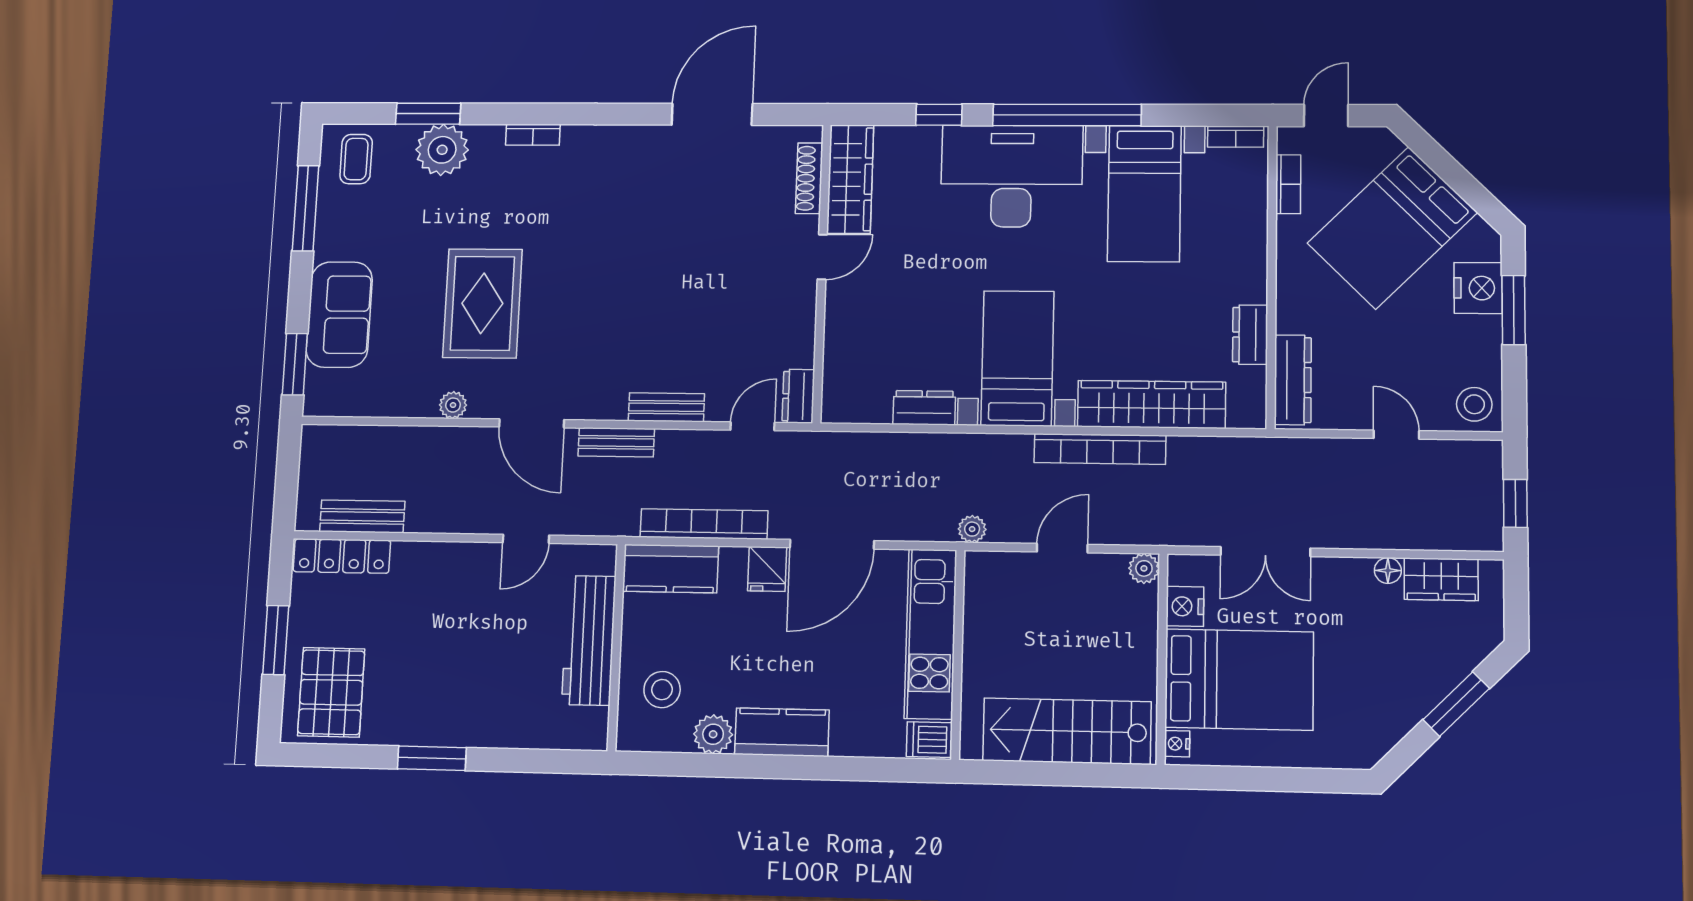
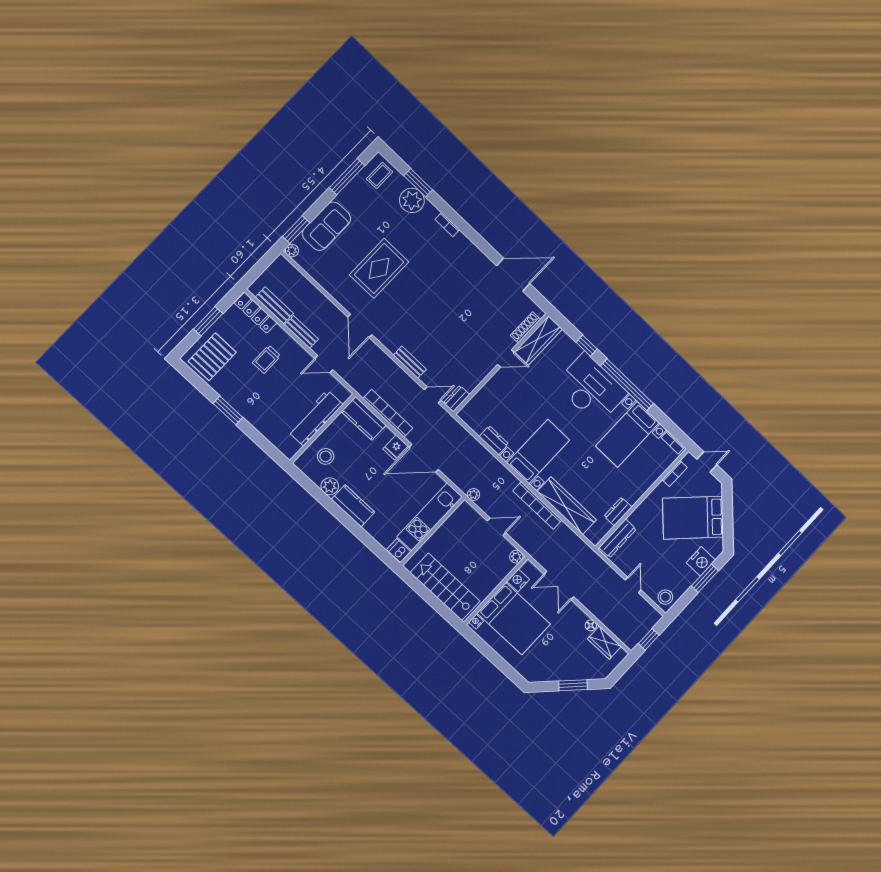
plant: (453, 405) -> (292, 251), moved
bench: (616, 442) -> (302, 332), moved
trolley: (424, 616) -> (267, 359), added

